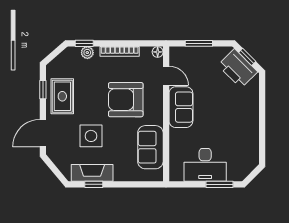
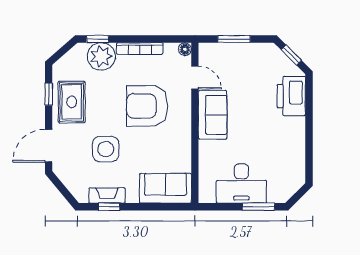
plant: (87, 53) -> (101, 56), width x1.87, depth x1.87
printer: (238, 68) -> (291, 96), moved, turned 45
sofa: (150, 147) -> (166, 188), moved, turned 90
fireplace: (92, 173) -> (107, 195), width x0.73, depth x0.76

